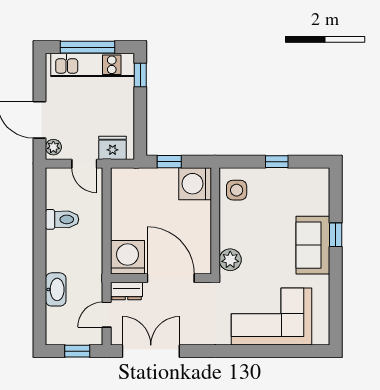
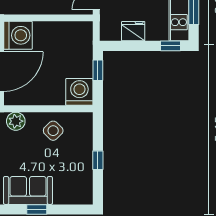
fridge: (113, 148) -> (133, 31), moved, turned -90
side table: (237, 190) -> (53, 131), moved, turned 45

